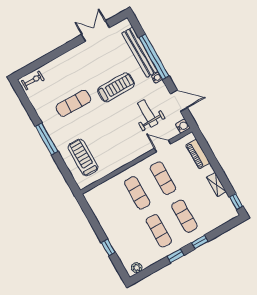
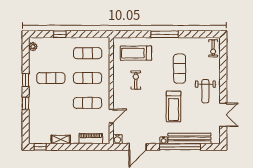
weight bench: (148, 113) -> (205, 91), moved, turned 90
exercise bike: (111, 142) -> (136, 80), added
treadmill: (83, 157) -> (136, 53), turned 180
exercise mat: (184, 216) -> (88, 53), moved

